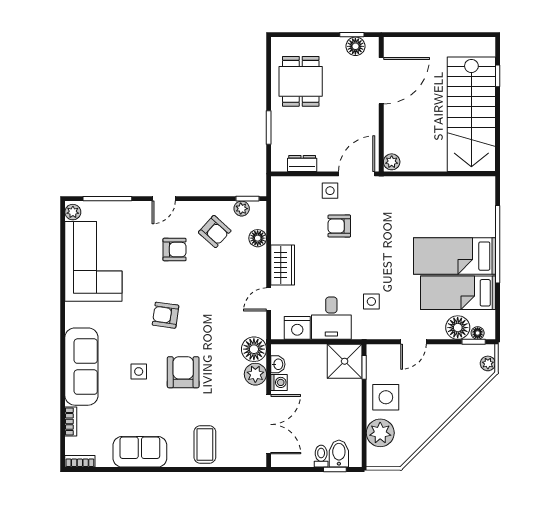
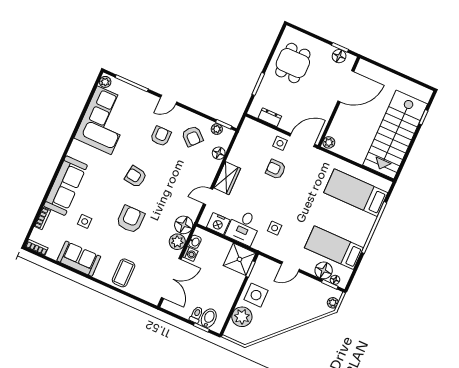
armchair: (175, 250) -> (161, 136), turned -90
bed: (455, 256) -> (356, 193), moved
side table: (139, 371) -> (85, 221), moved

